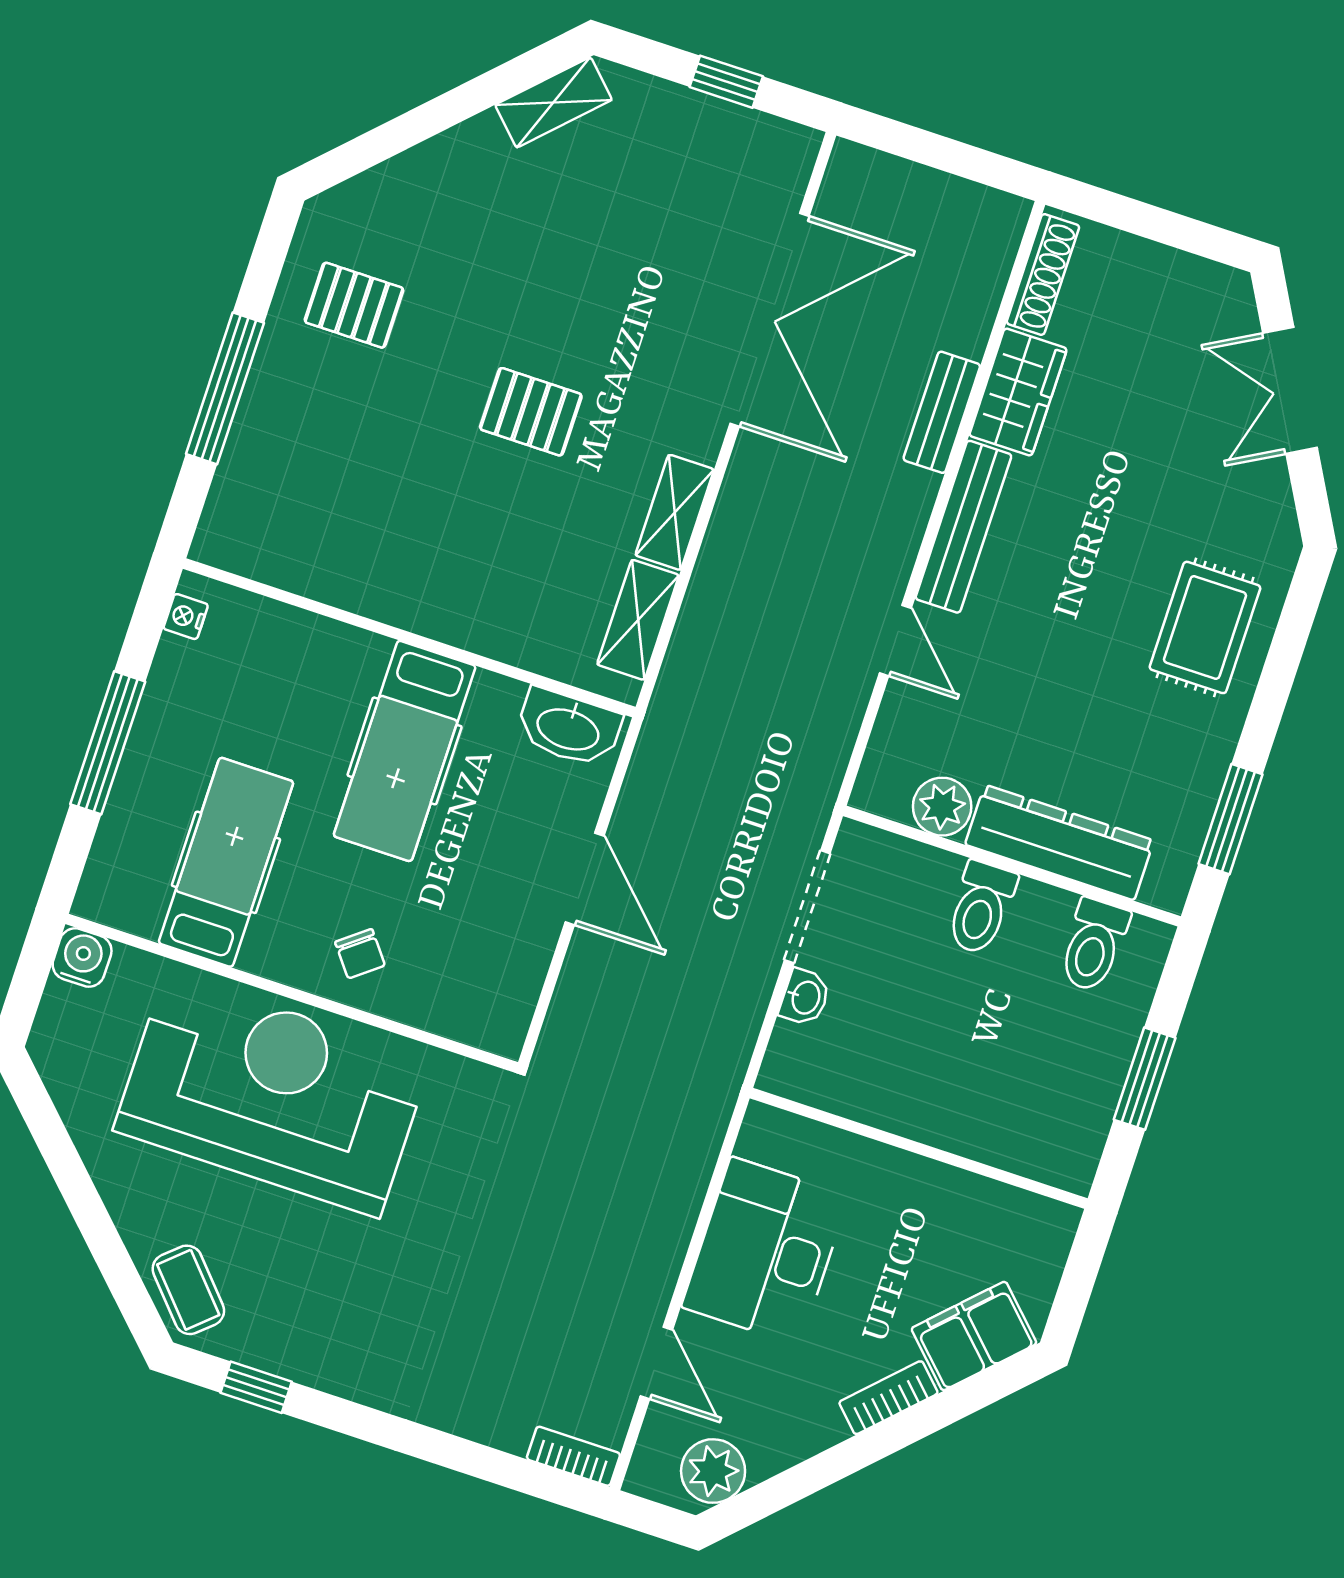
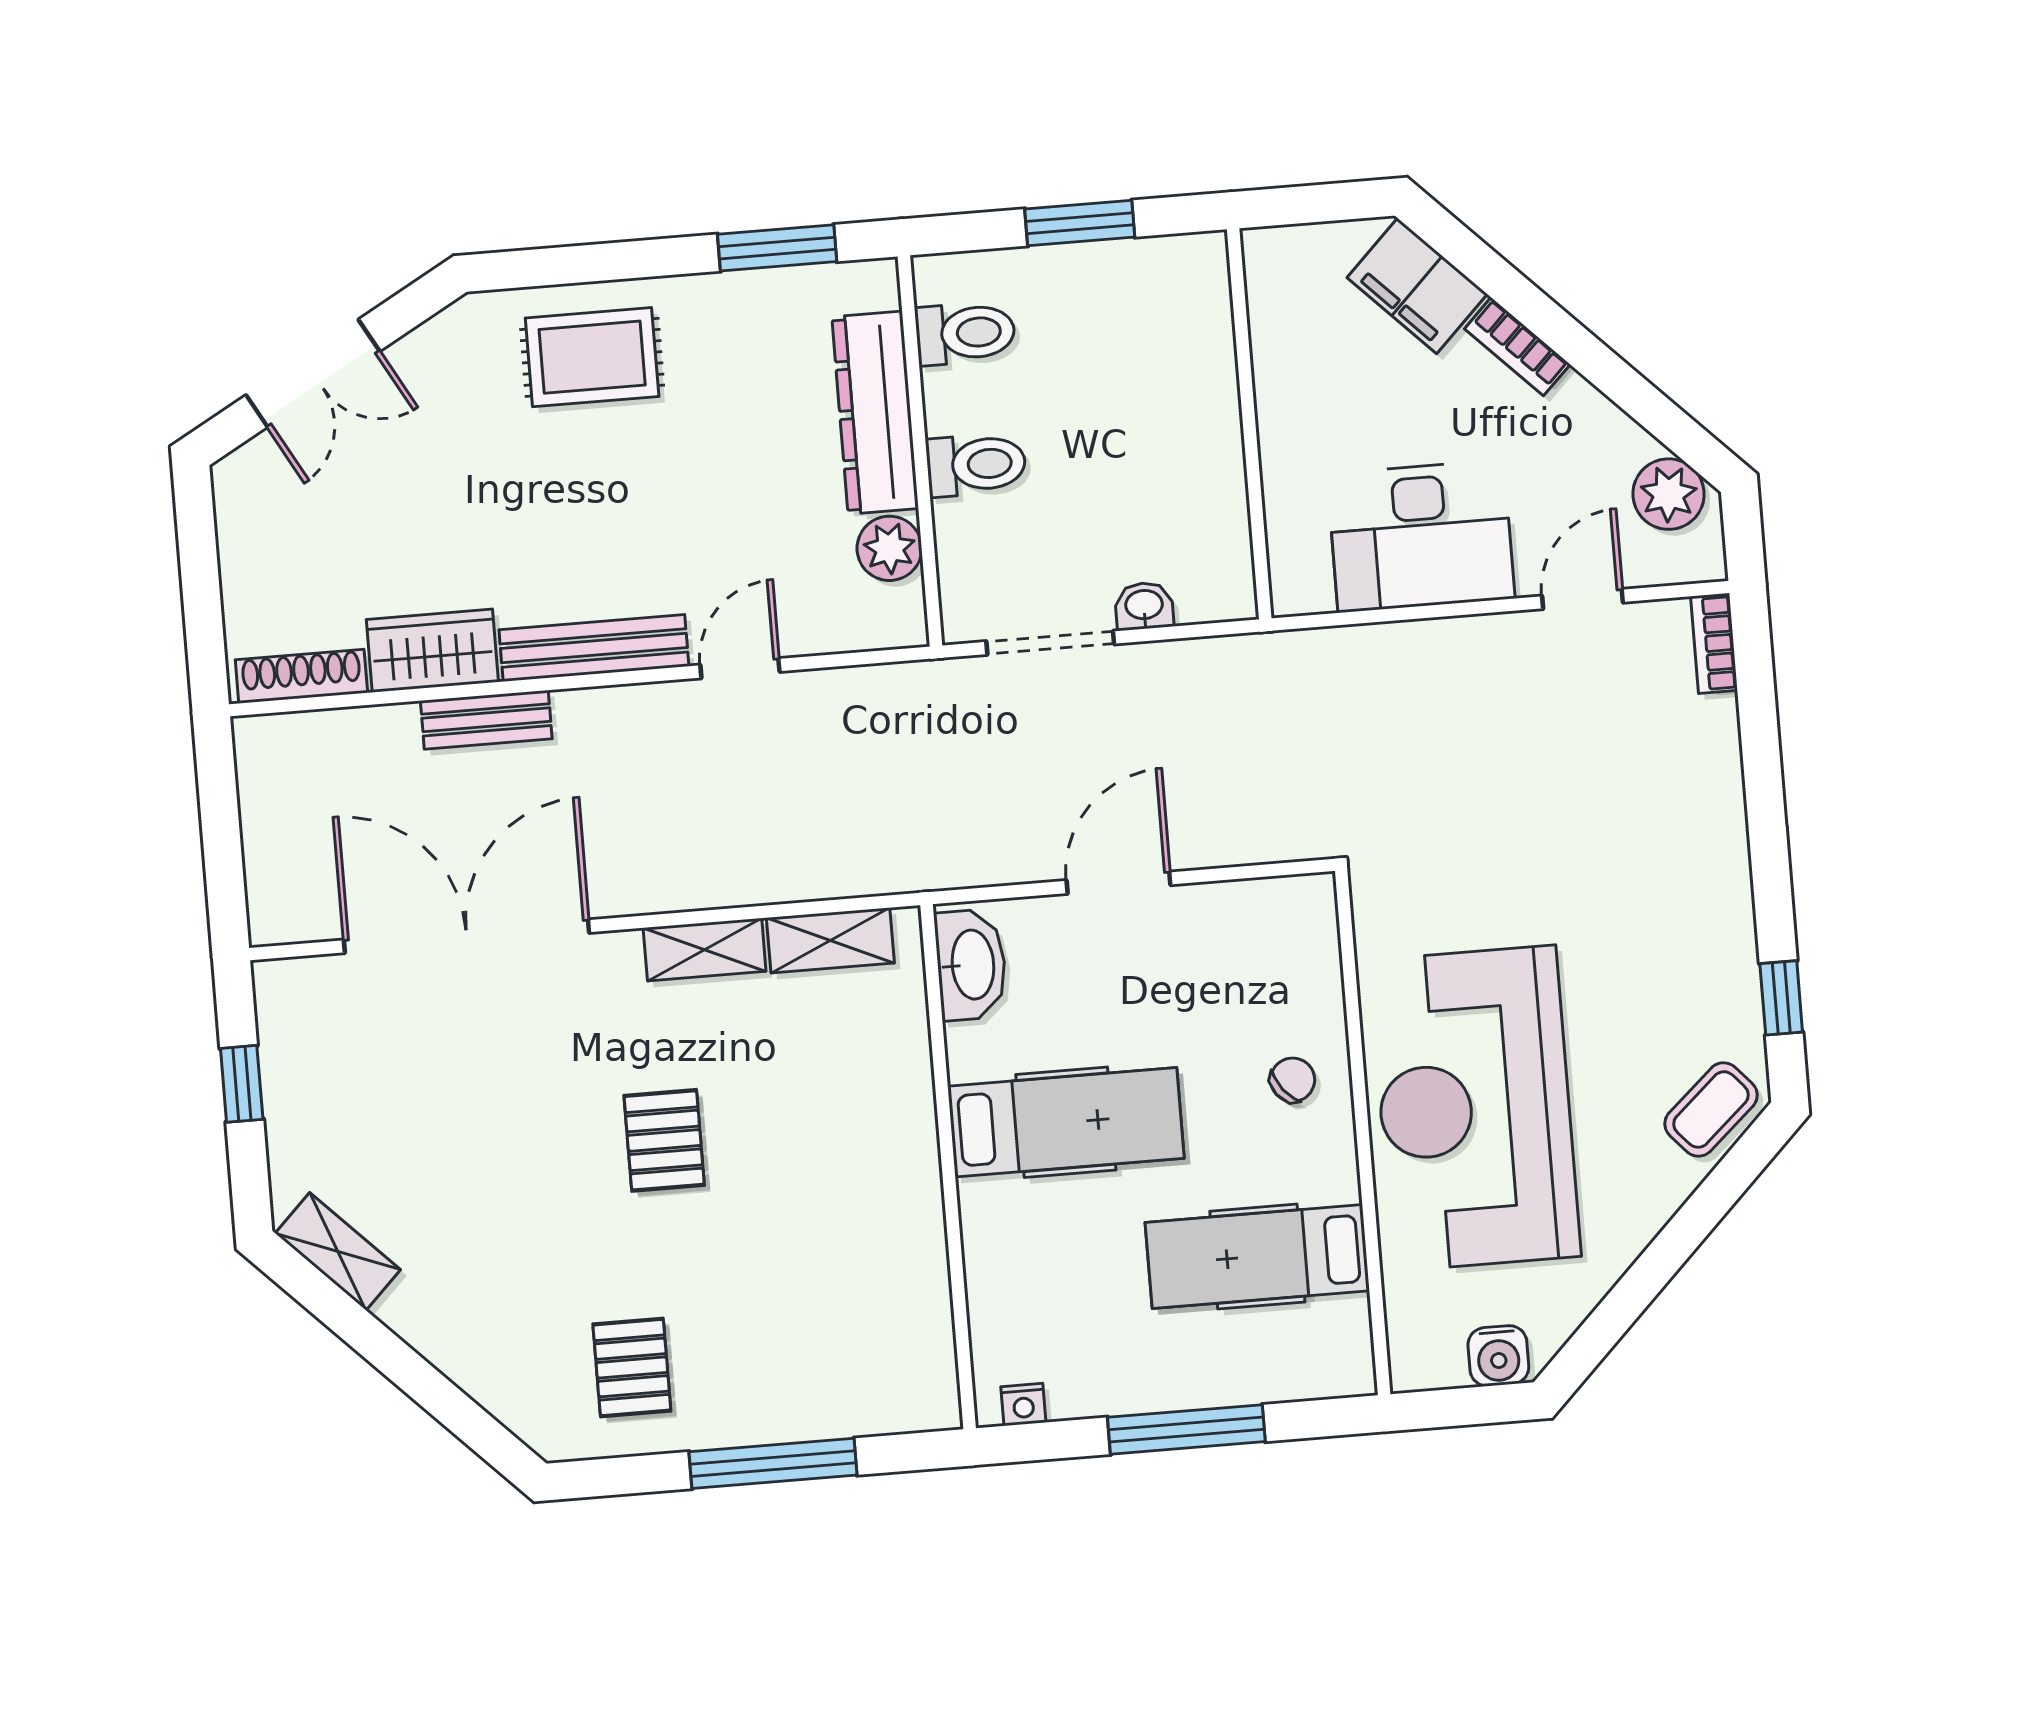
water cooler: (82, 958) -> (1498, 1356), moved, turned -90

